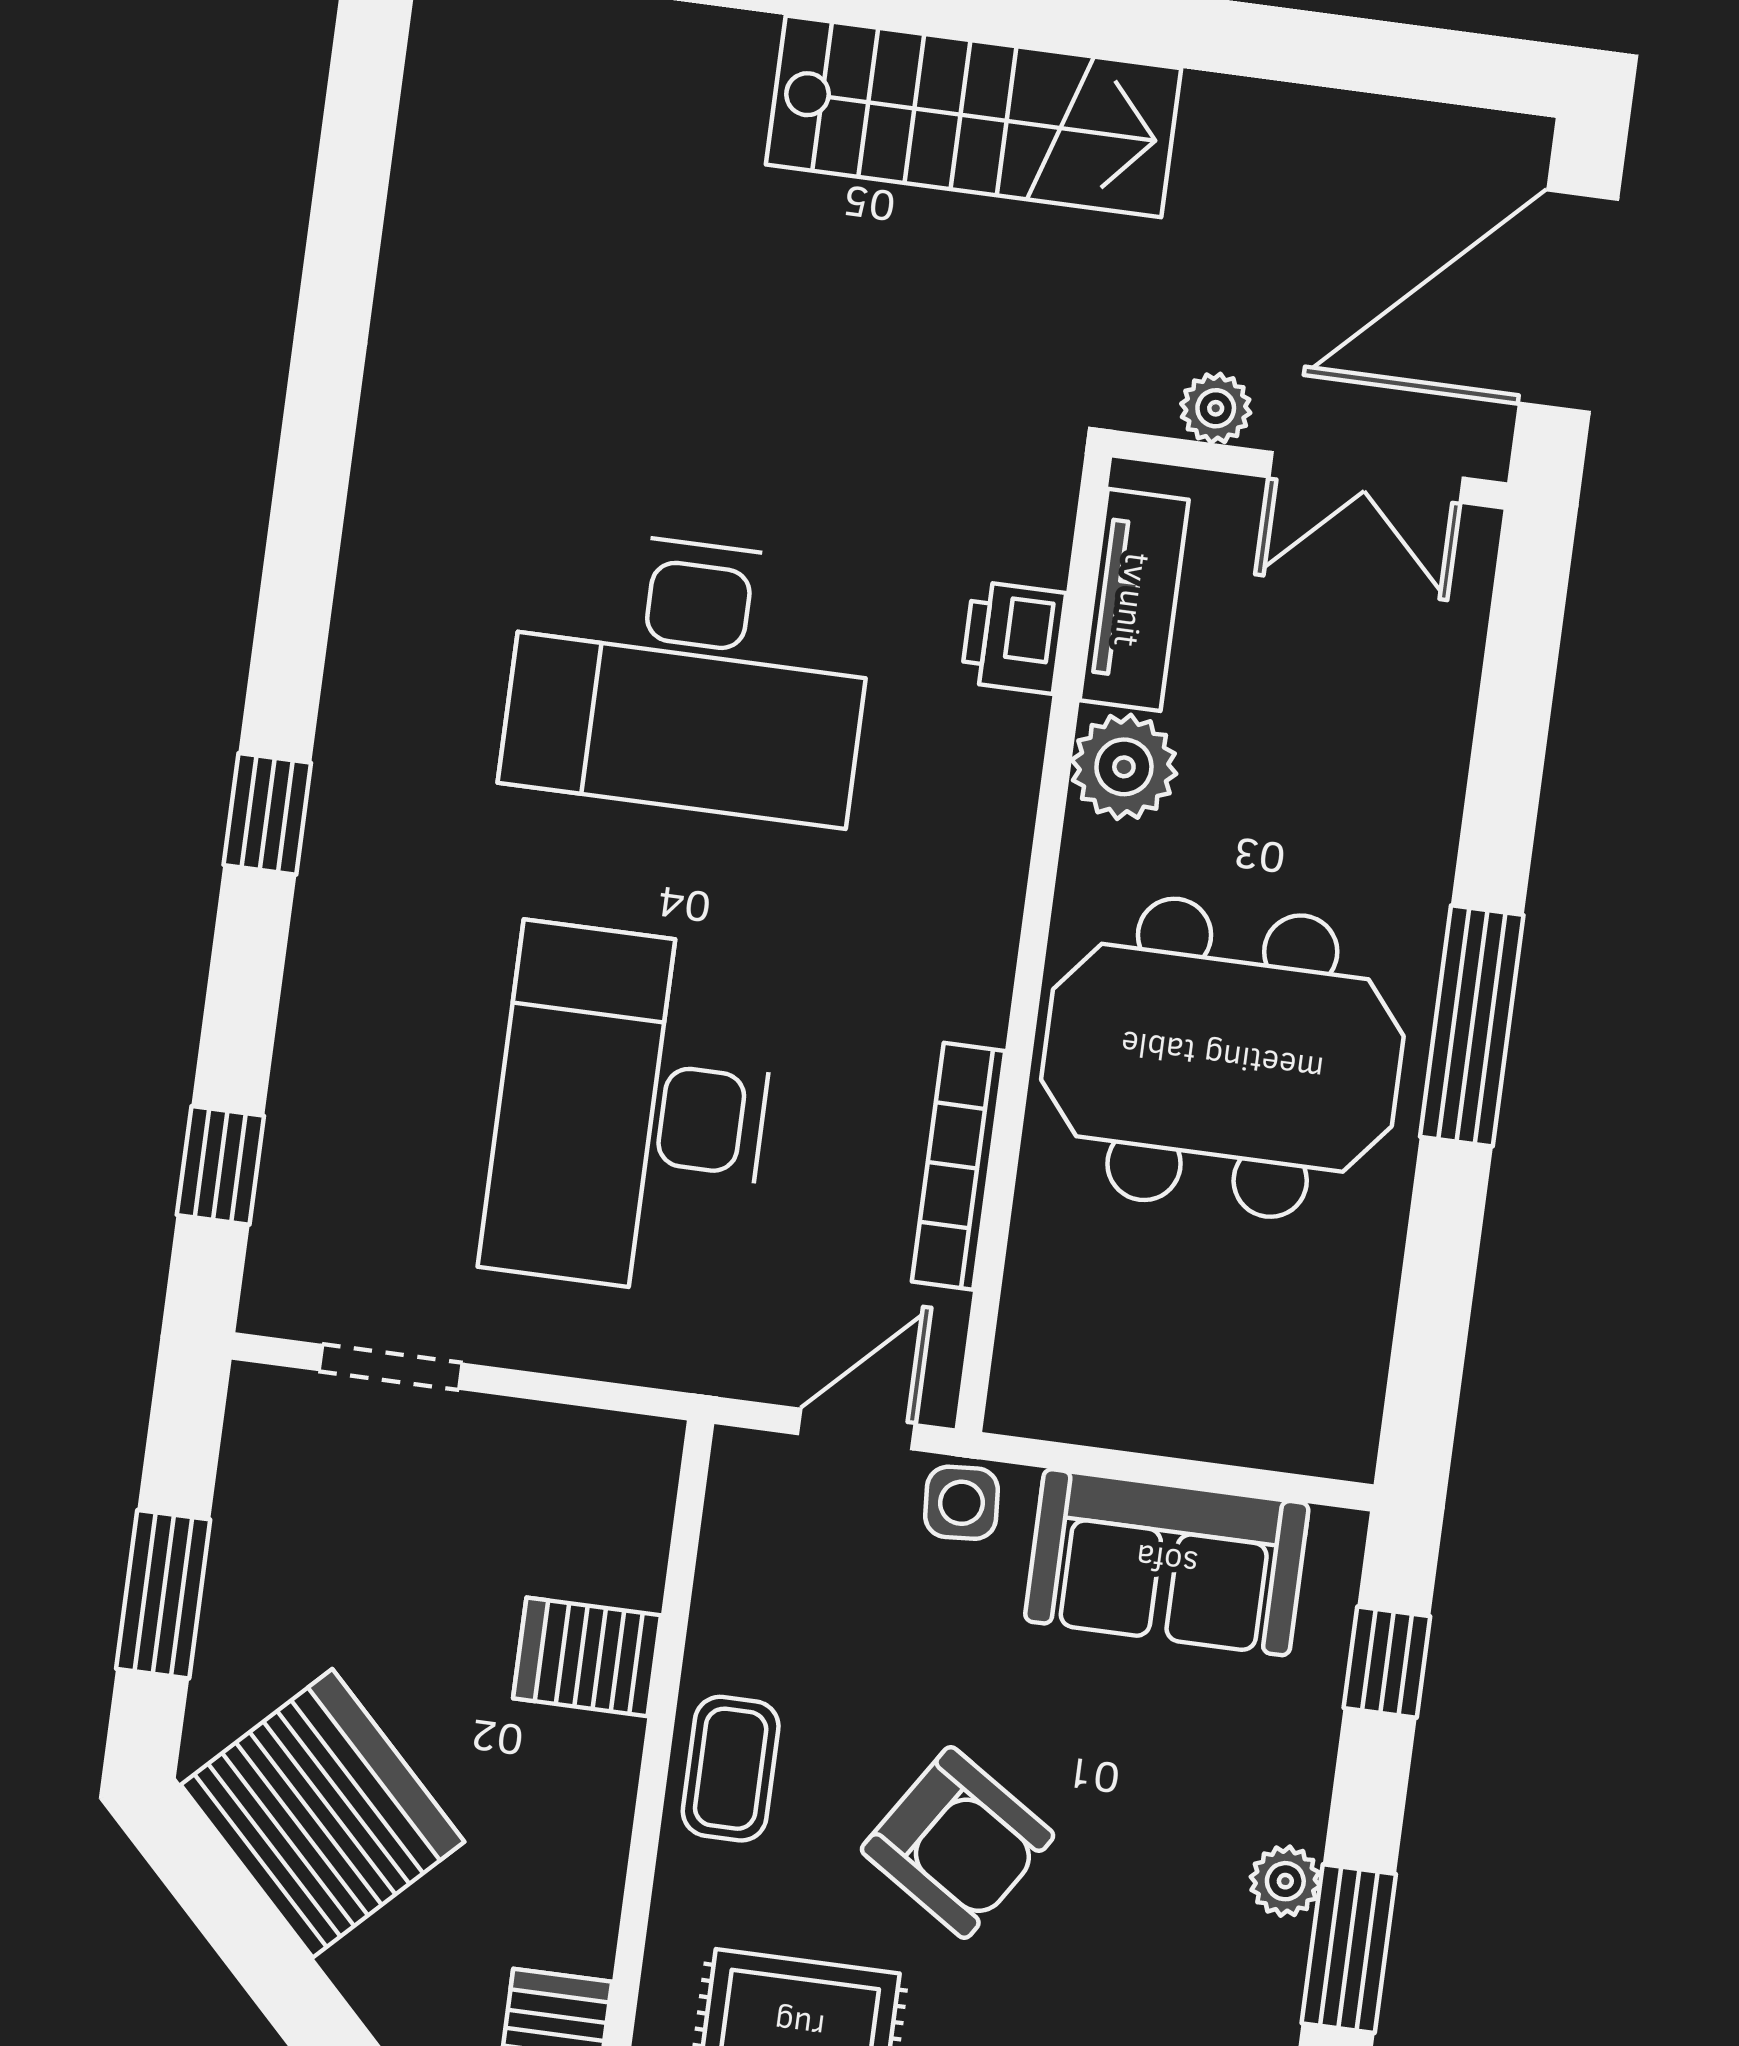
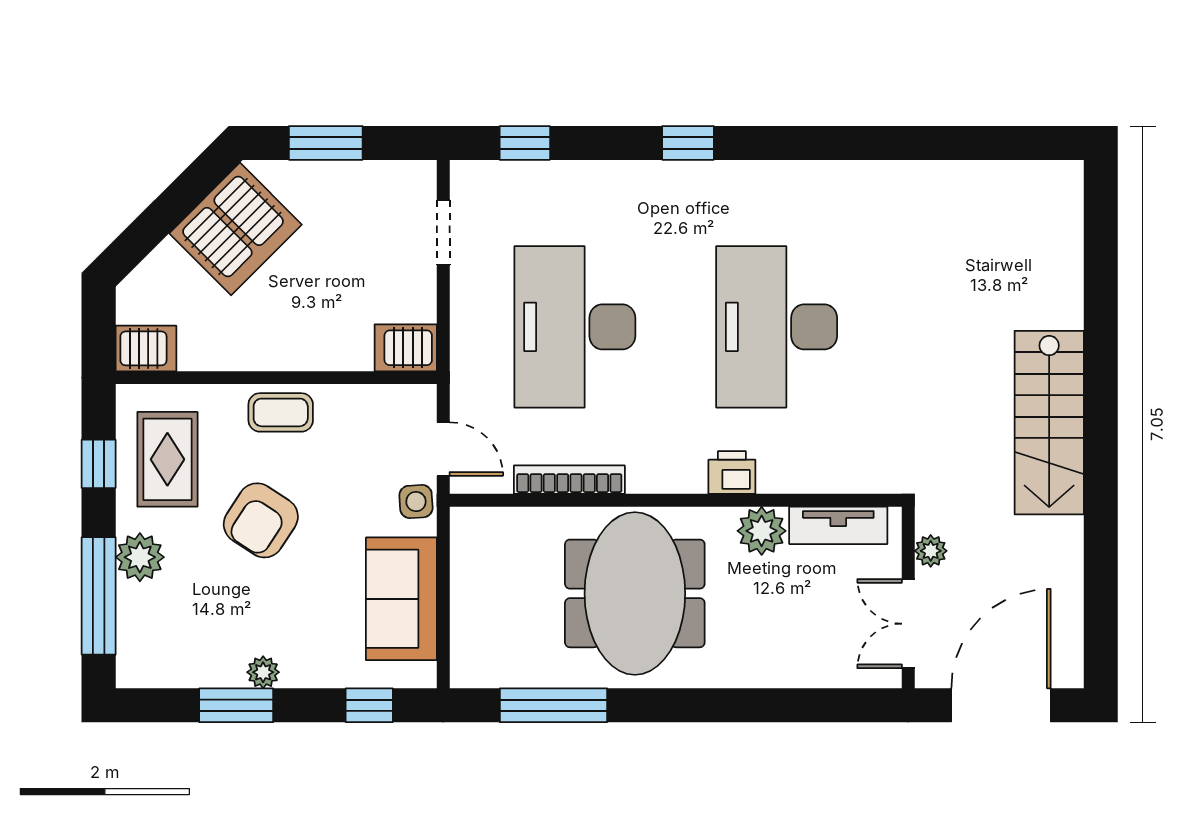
door: (1569, 301) -> (1001, 705), hinge flipped
printer: (1013, 637) -> (732, 473), moved
window: (1472, 1026) -> (554, 705), moved
desk: (631, 1110) -> (575, 327), turned -90
server rack: (587, 1657) -> (406, 348), moved, turned -90

